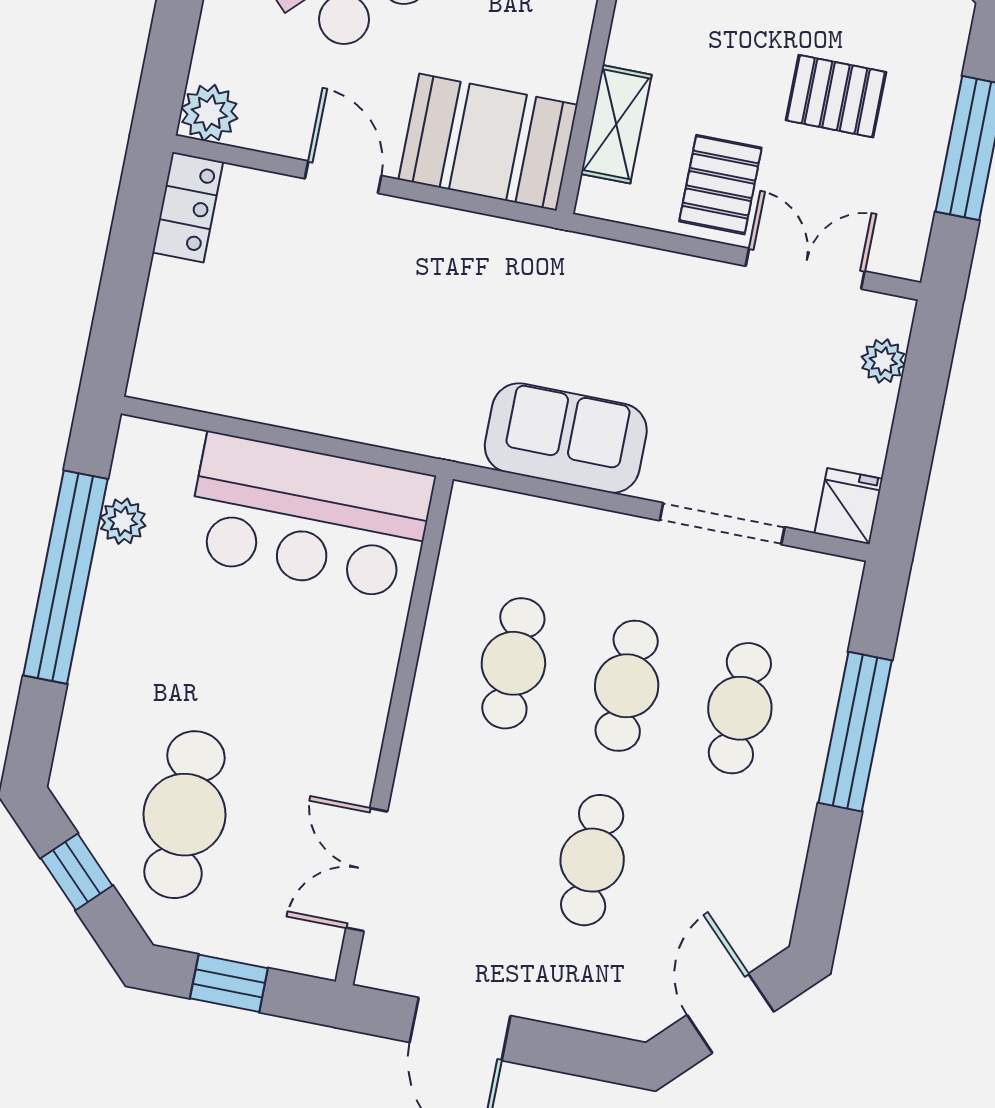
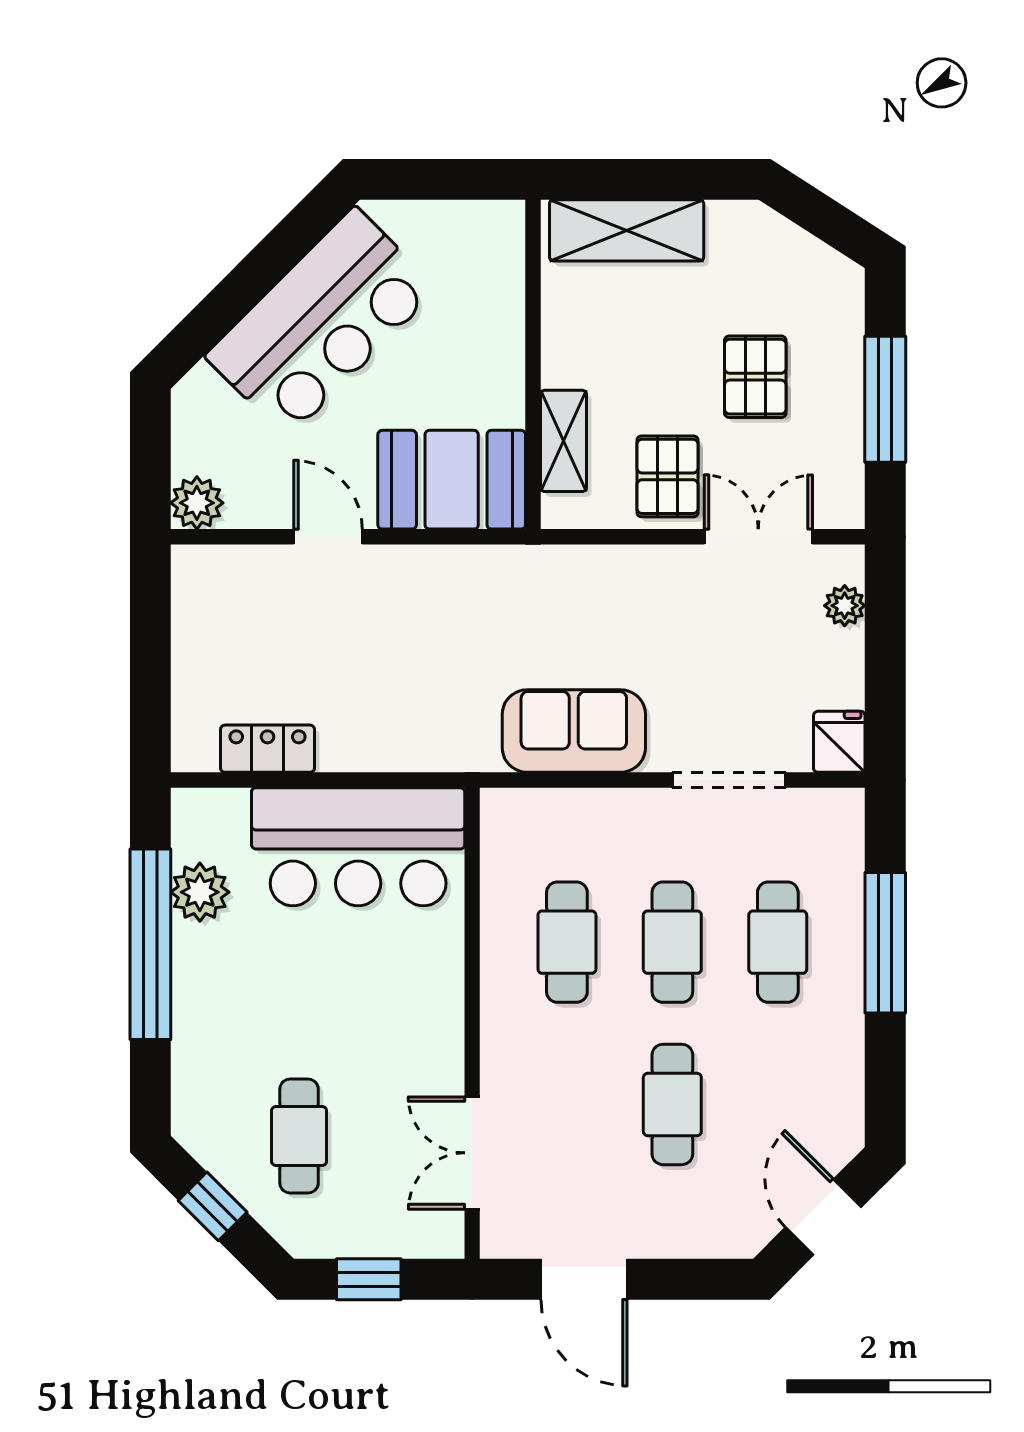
pallet: (836, 96) -> (755, 377), turned 90
locker: (188, 207) -> (268, 749), moved, turned -90
plant: (123, 521) -> (200, 892), width x1.38, depth x1.38
cafe table: (184, 815) -> (299, 1136), width x0.73, depth x0.74

